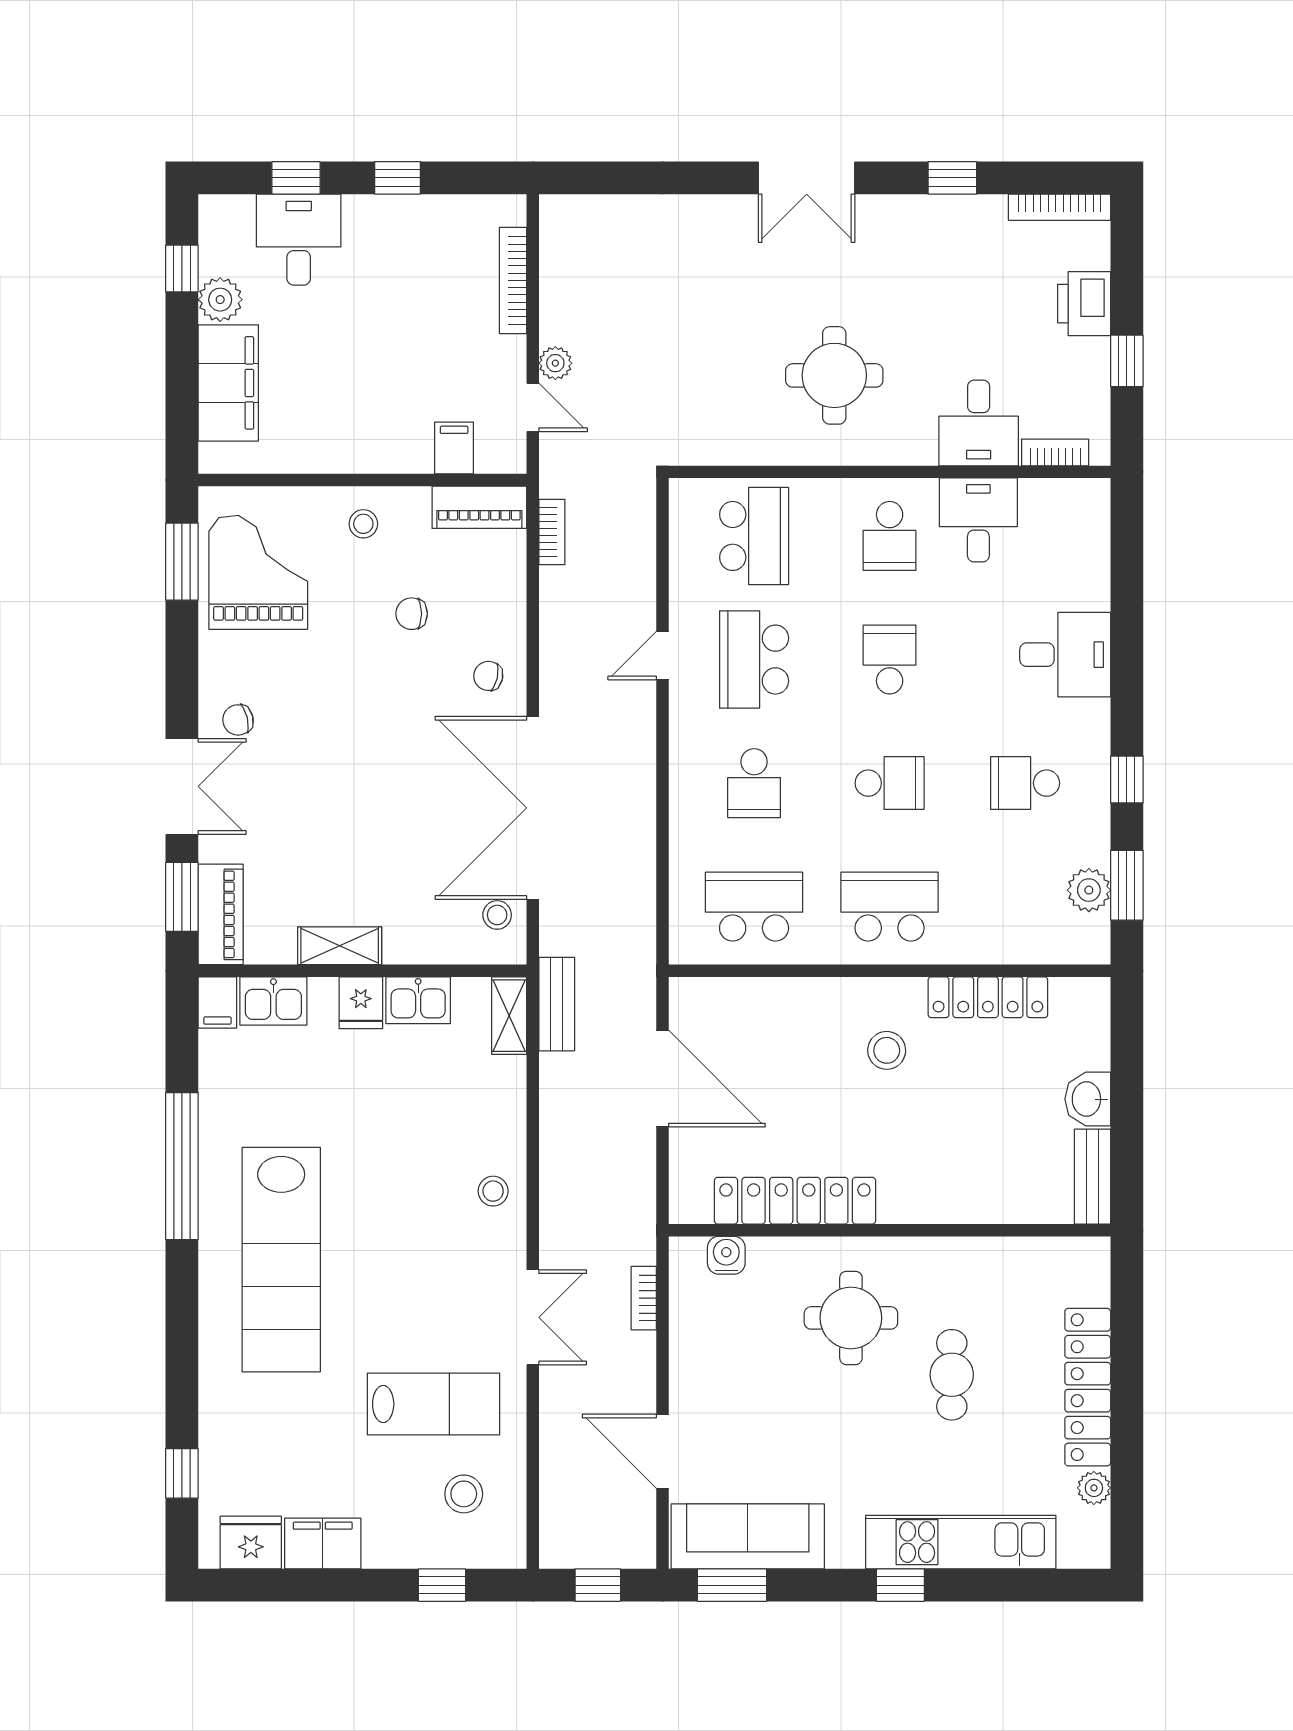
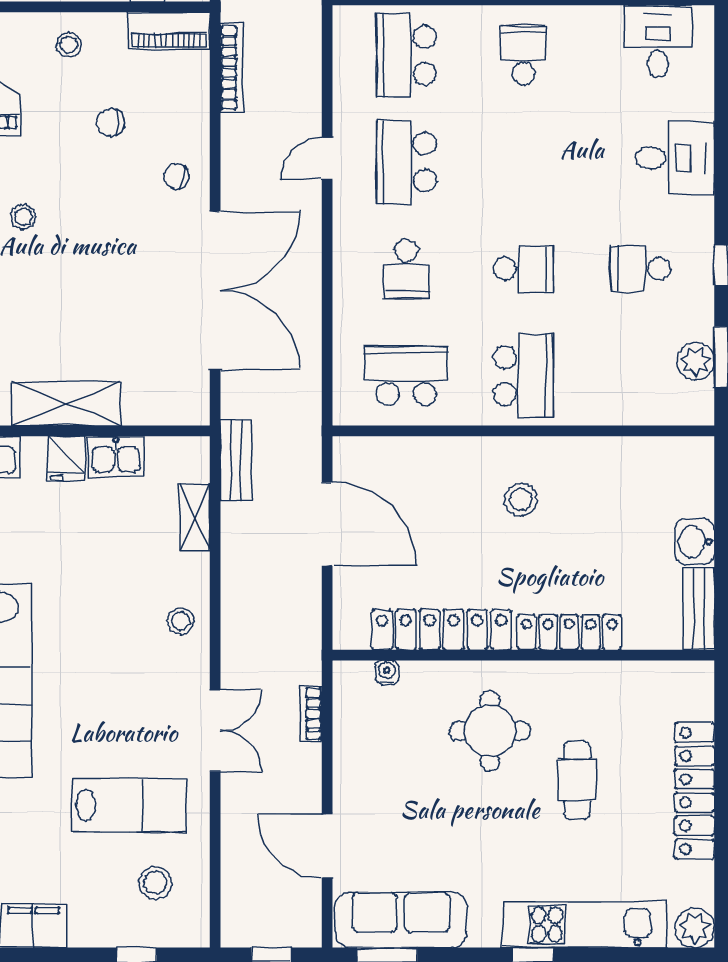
desk: (978, 520) -> (658, 41), moved
bookcase: (552, 532) -> (232, 68), width x1.56
school desk: (754, 536) -> (406, 55), turned 180
school desk: (890, 536) -> (523, 55), turned 180
school desk: (890, 660) -> (523, 162), removed
double door: (533, 808) -> (215, 290), swing flipped
school desk: (890, 907) -> (523, 376), turned 90
stool: (497, 915) -> (23, 217), moved
shelving: (340, 946) -> (66, 404), width x1.50, depth x1.33
locker: (988, 997) -> (569, 632), moved, turned 180
shelving: (509, 1016) -> (195, 517), moved
water cooler: (726, 1255) -> (387, 672), width x0.72, depth x0.72
plant: (1094, 1488) -> (695, 928), moved, width x1.38, depth x1.38

